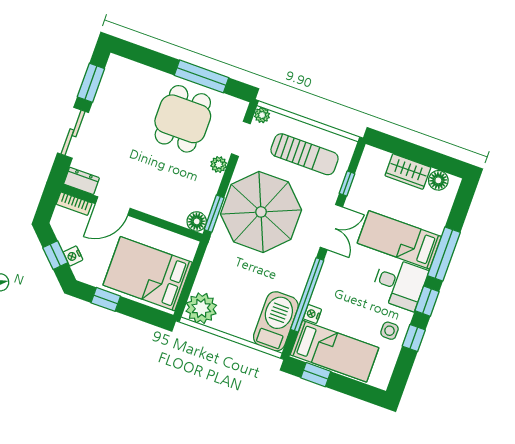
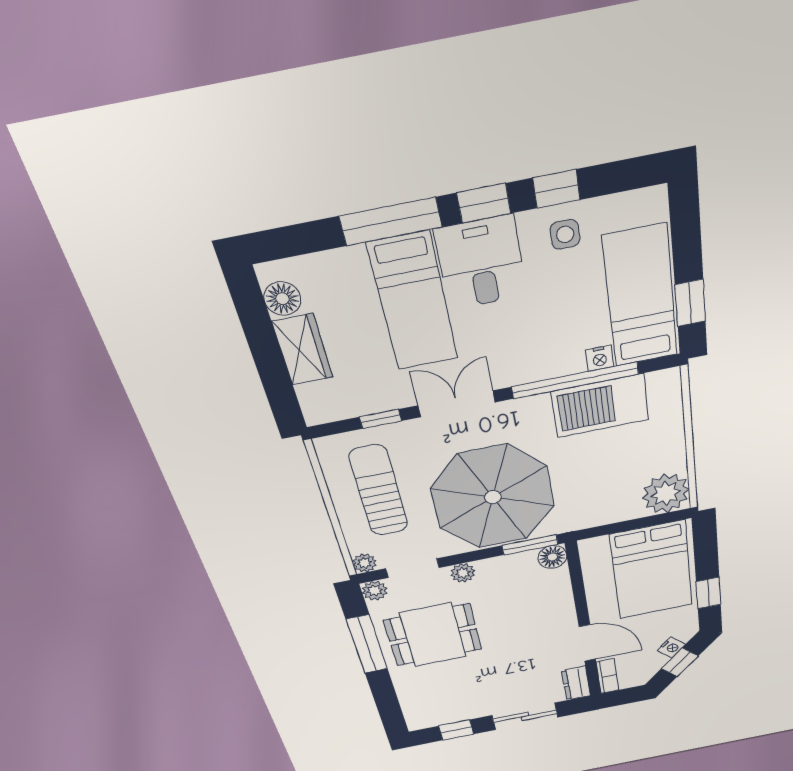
window: (91, 83) -> (456, 730), width x0.67
plant: (239, 108) -> (375, 591), added
barbecue: (276, 321) -> (600, 406), moved

